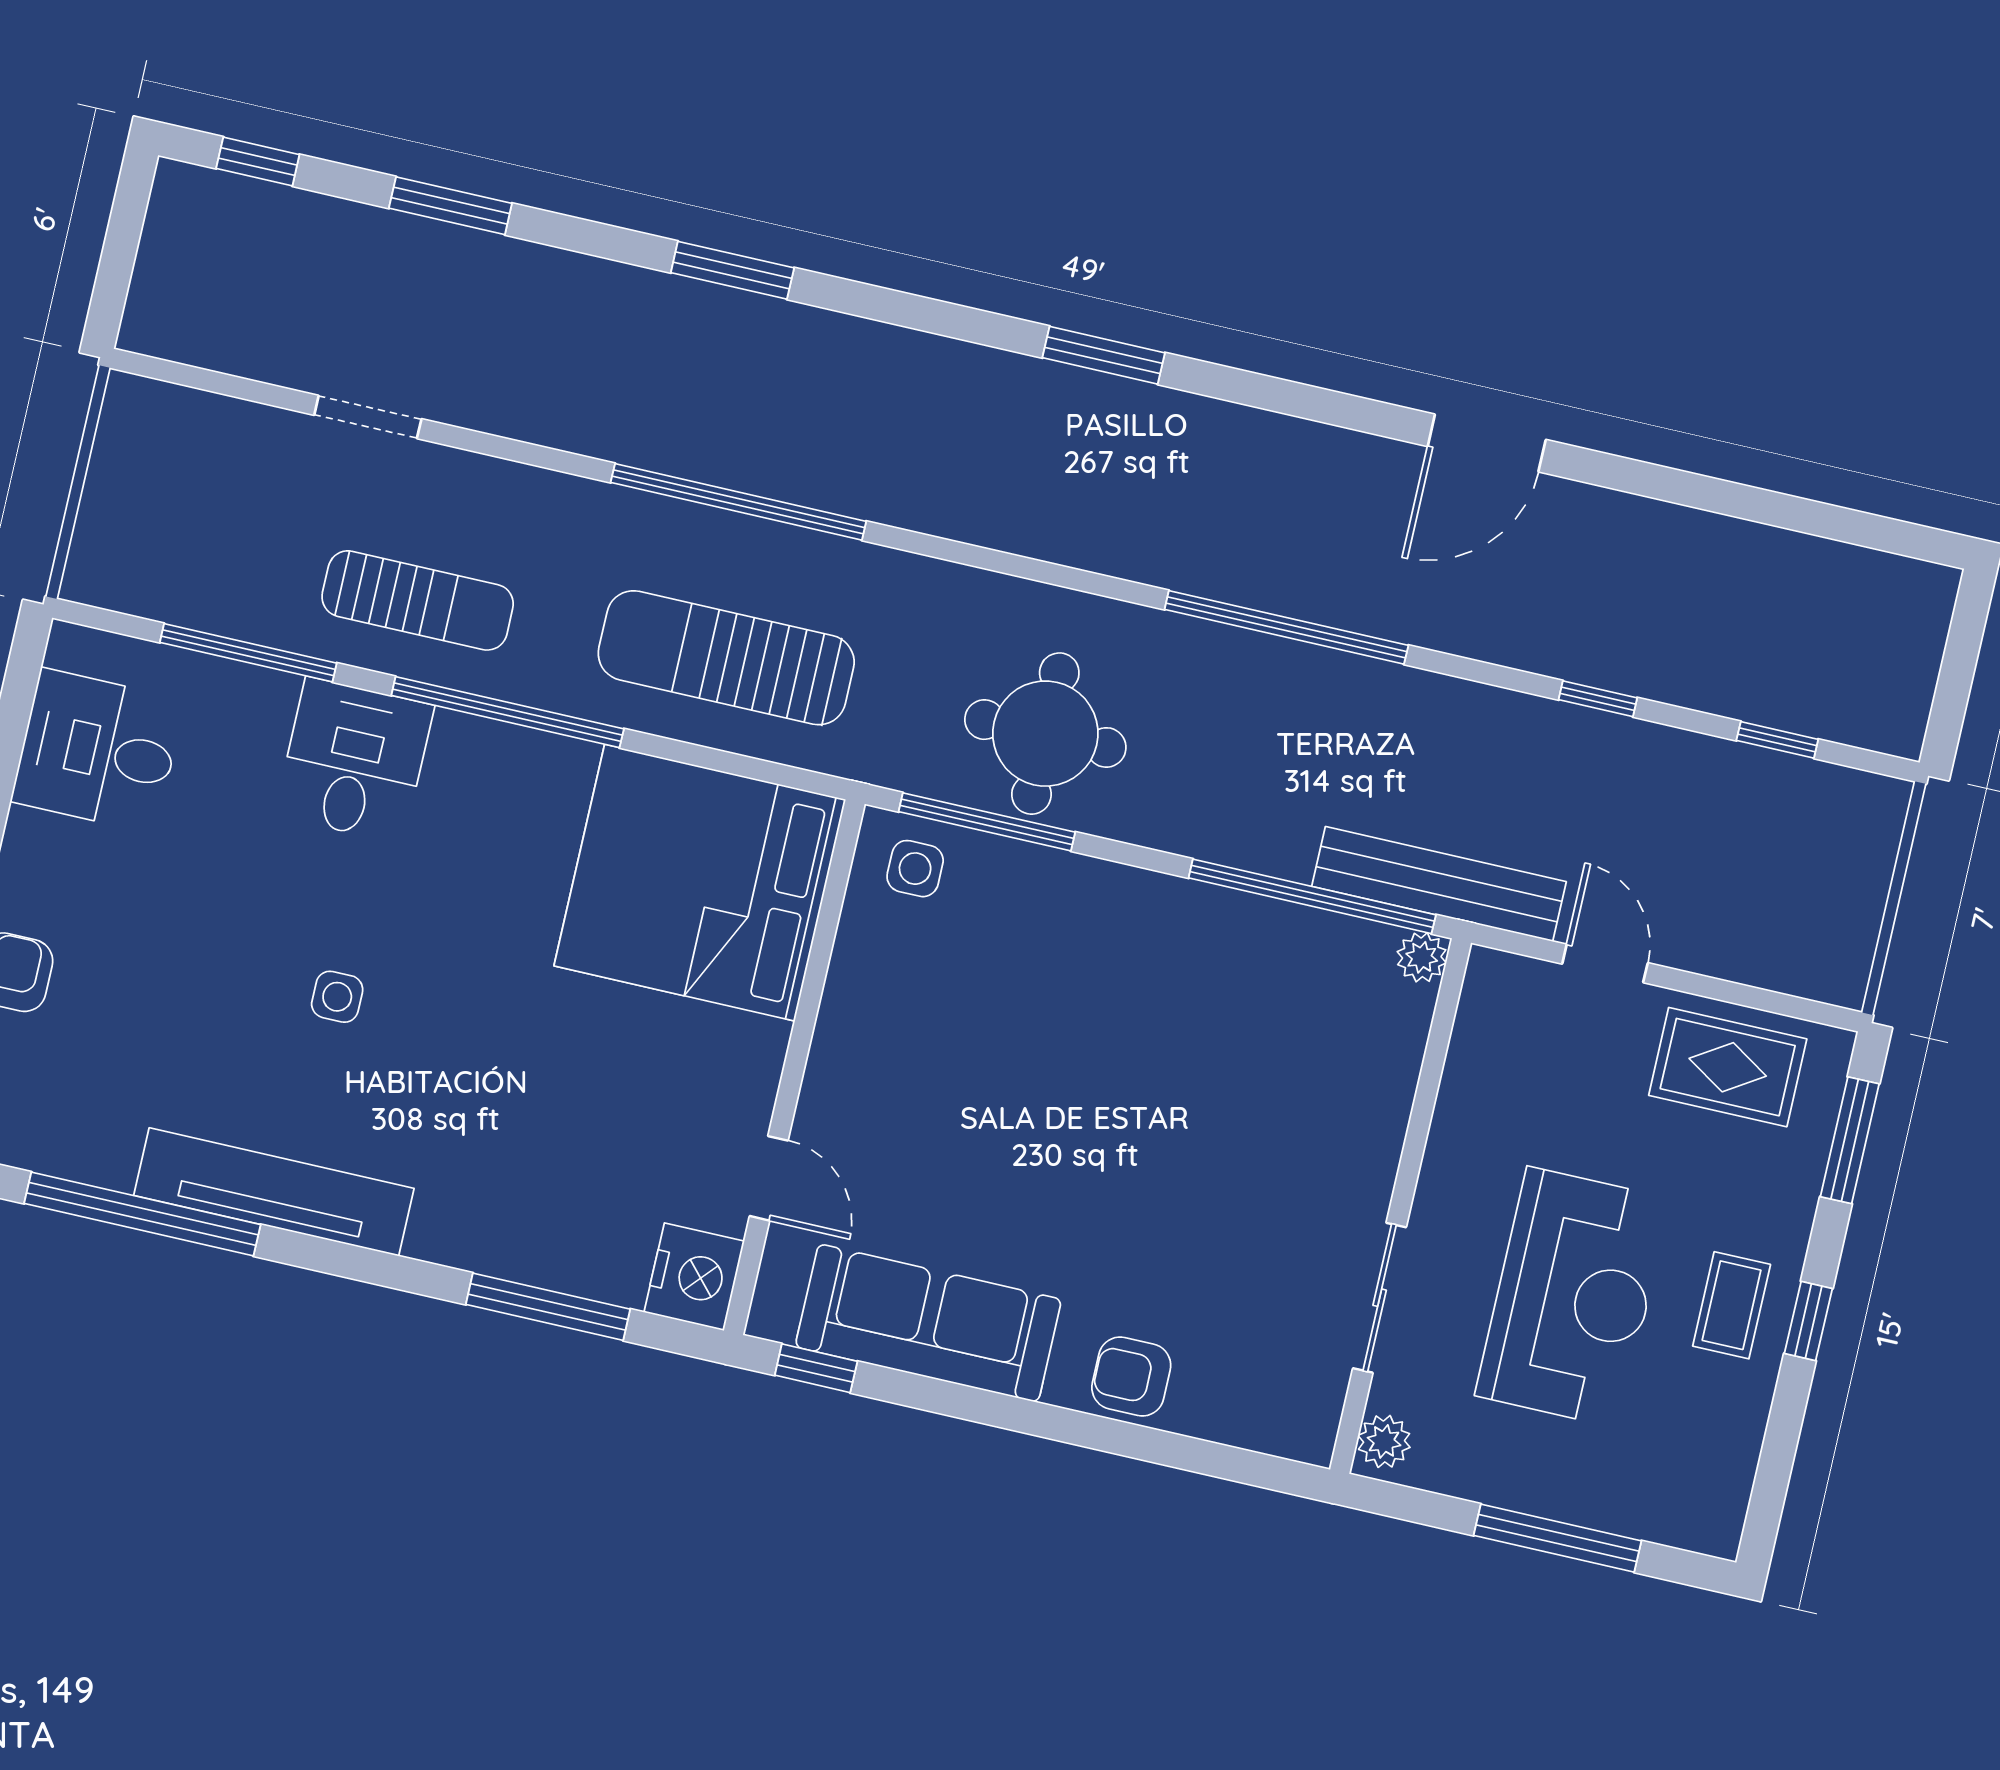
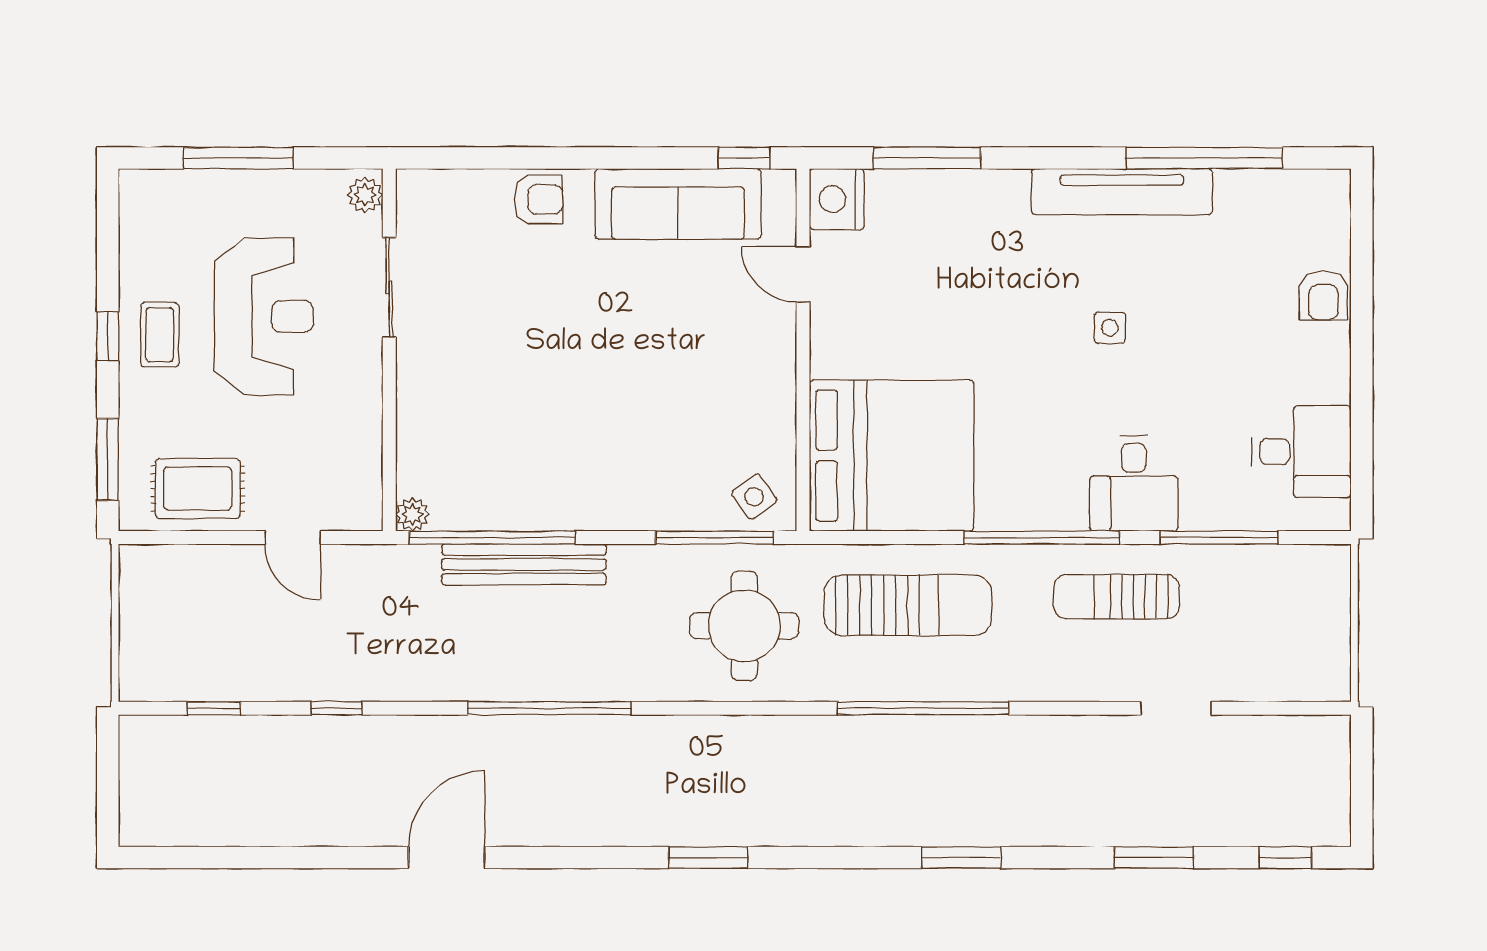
round table: (1045, 734) -> (744, 626), moved
side table: (915, 869) -> (754, 497), turned -36
bench: (1439, 884) -> (524, 564), moved
reception desk: (1573, 1297) -> (264, 316), turned 180

